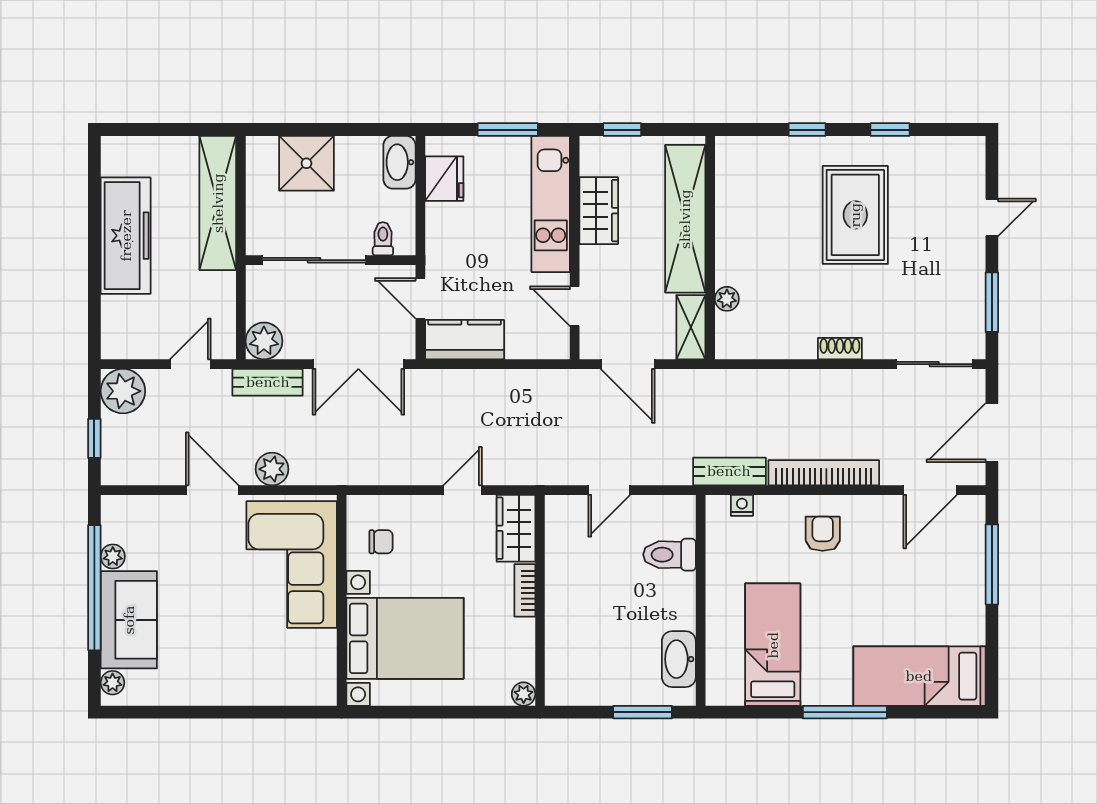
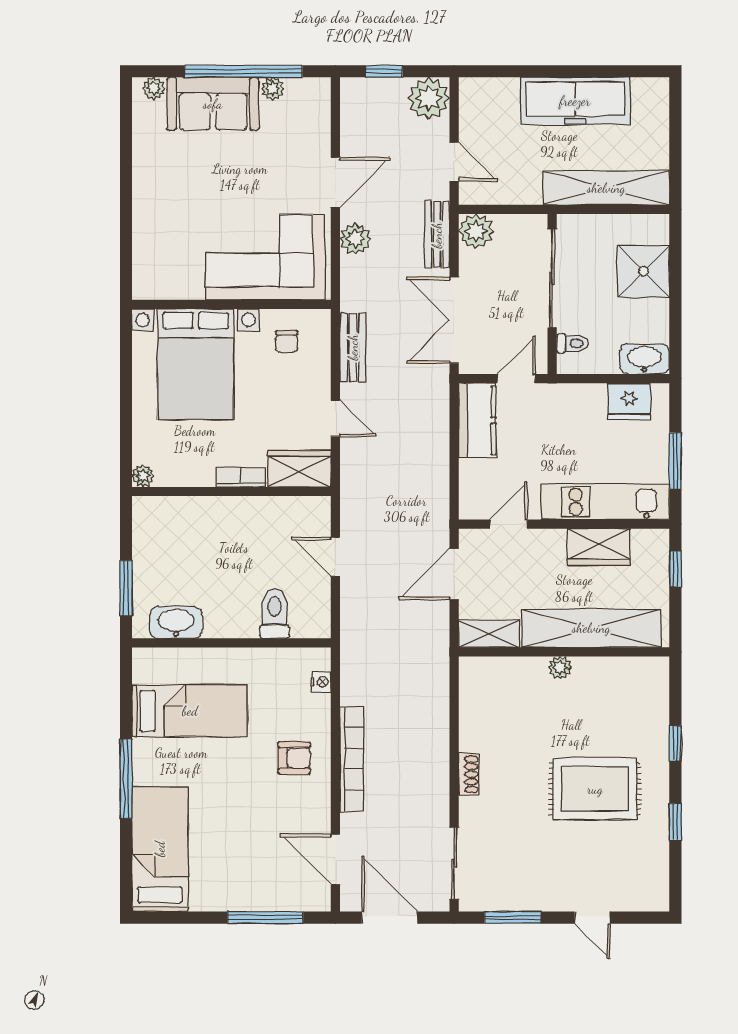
plant: (727, 299) -> (560, 668), moved
bench: (729, 471) -> (353, 347), moved

